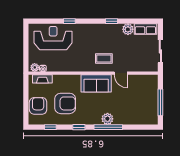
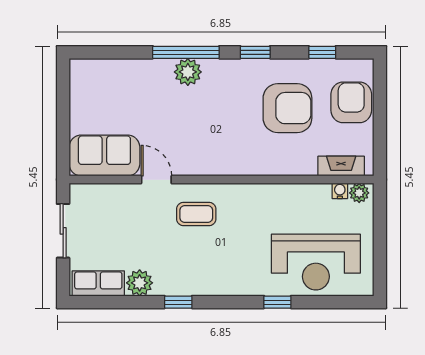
sofa: (96, 83) -> (104, 155), moved
window: (160, 102) -> (63, 111), removed
armchair: (65, 103) -> (287, 108), turned 180
armchair: (38, 106) -> (351, 102), turned 180

